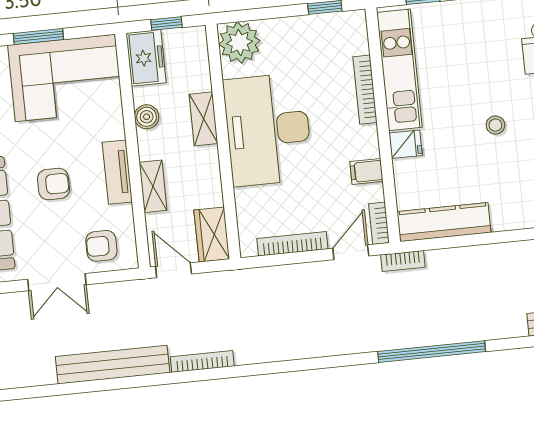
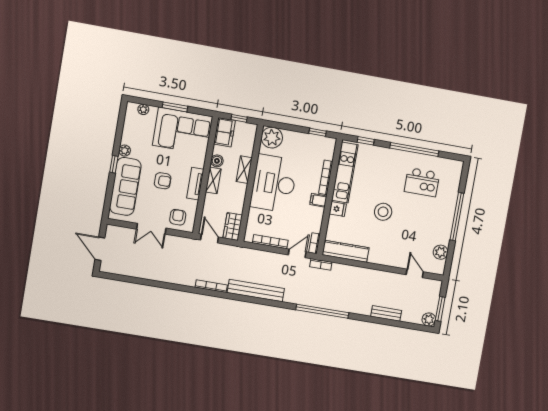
stool: (495, 125) -> (383, 212), width x1.89, depth x1.89
filing cabinet: (366, 171) -> (318, 200), moved
shelving: (153, 186) -> (213, 180), moved
armchair: (101, 246) -> (178, 217), turned 90
bench: (113, 365) -> (256, 291), moved

